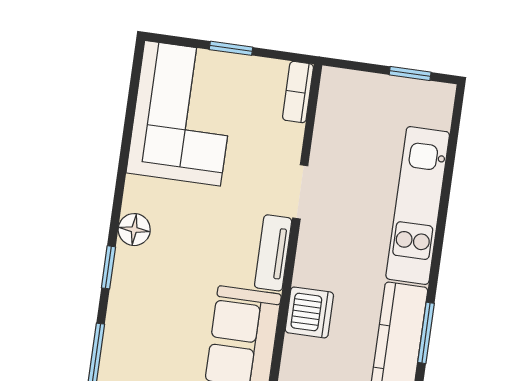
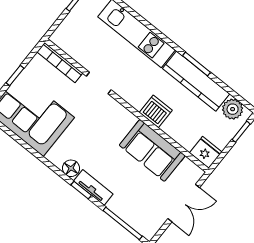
bookcase: (298, 92) -> (60, 63), width x1.56
tv unit: (273, 253) -> (93, 188), moved, turned 180

